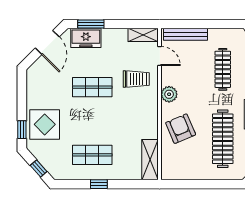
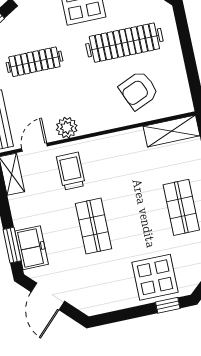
door: (47, 42) -> (48, 296), swing flipped
plant: (169, 94) -> (67, 128), moved
armchair: (181, 129) -> (139, 90), moved

